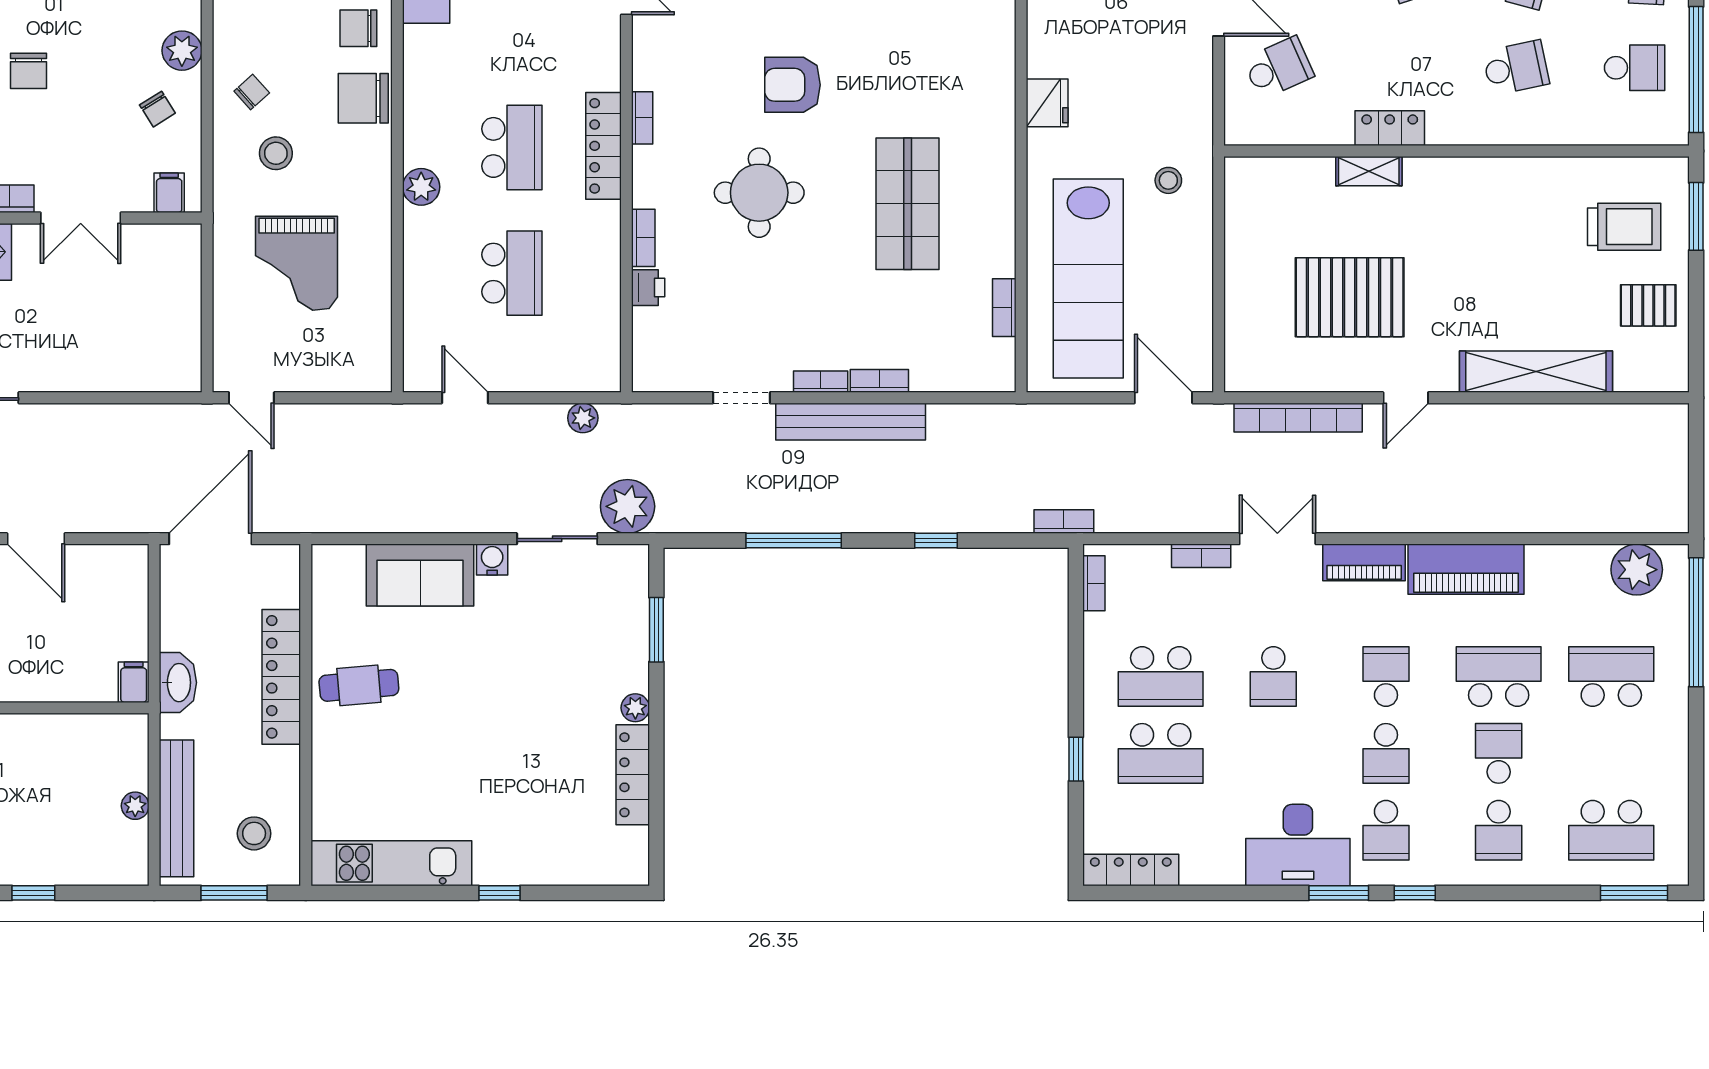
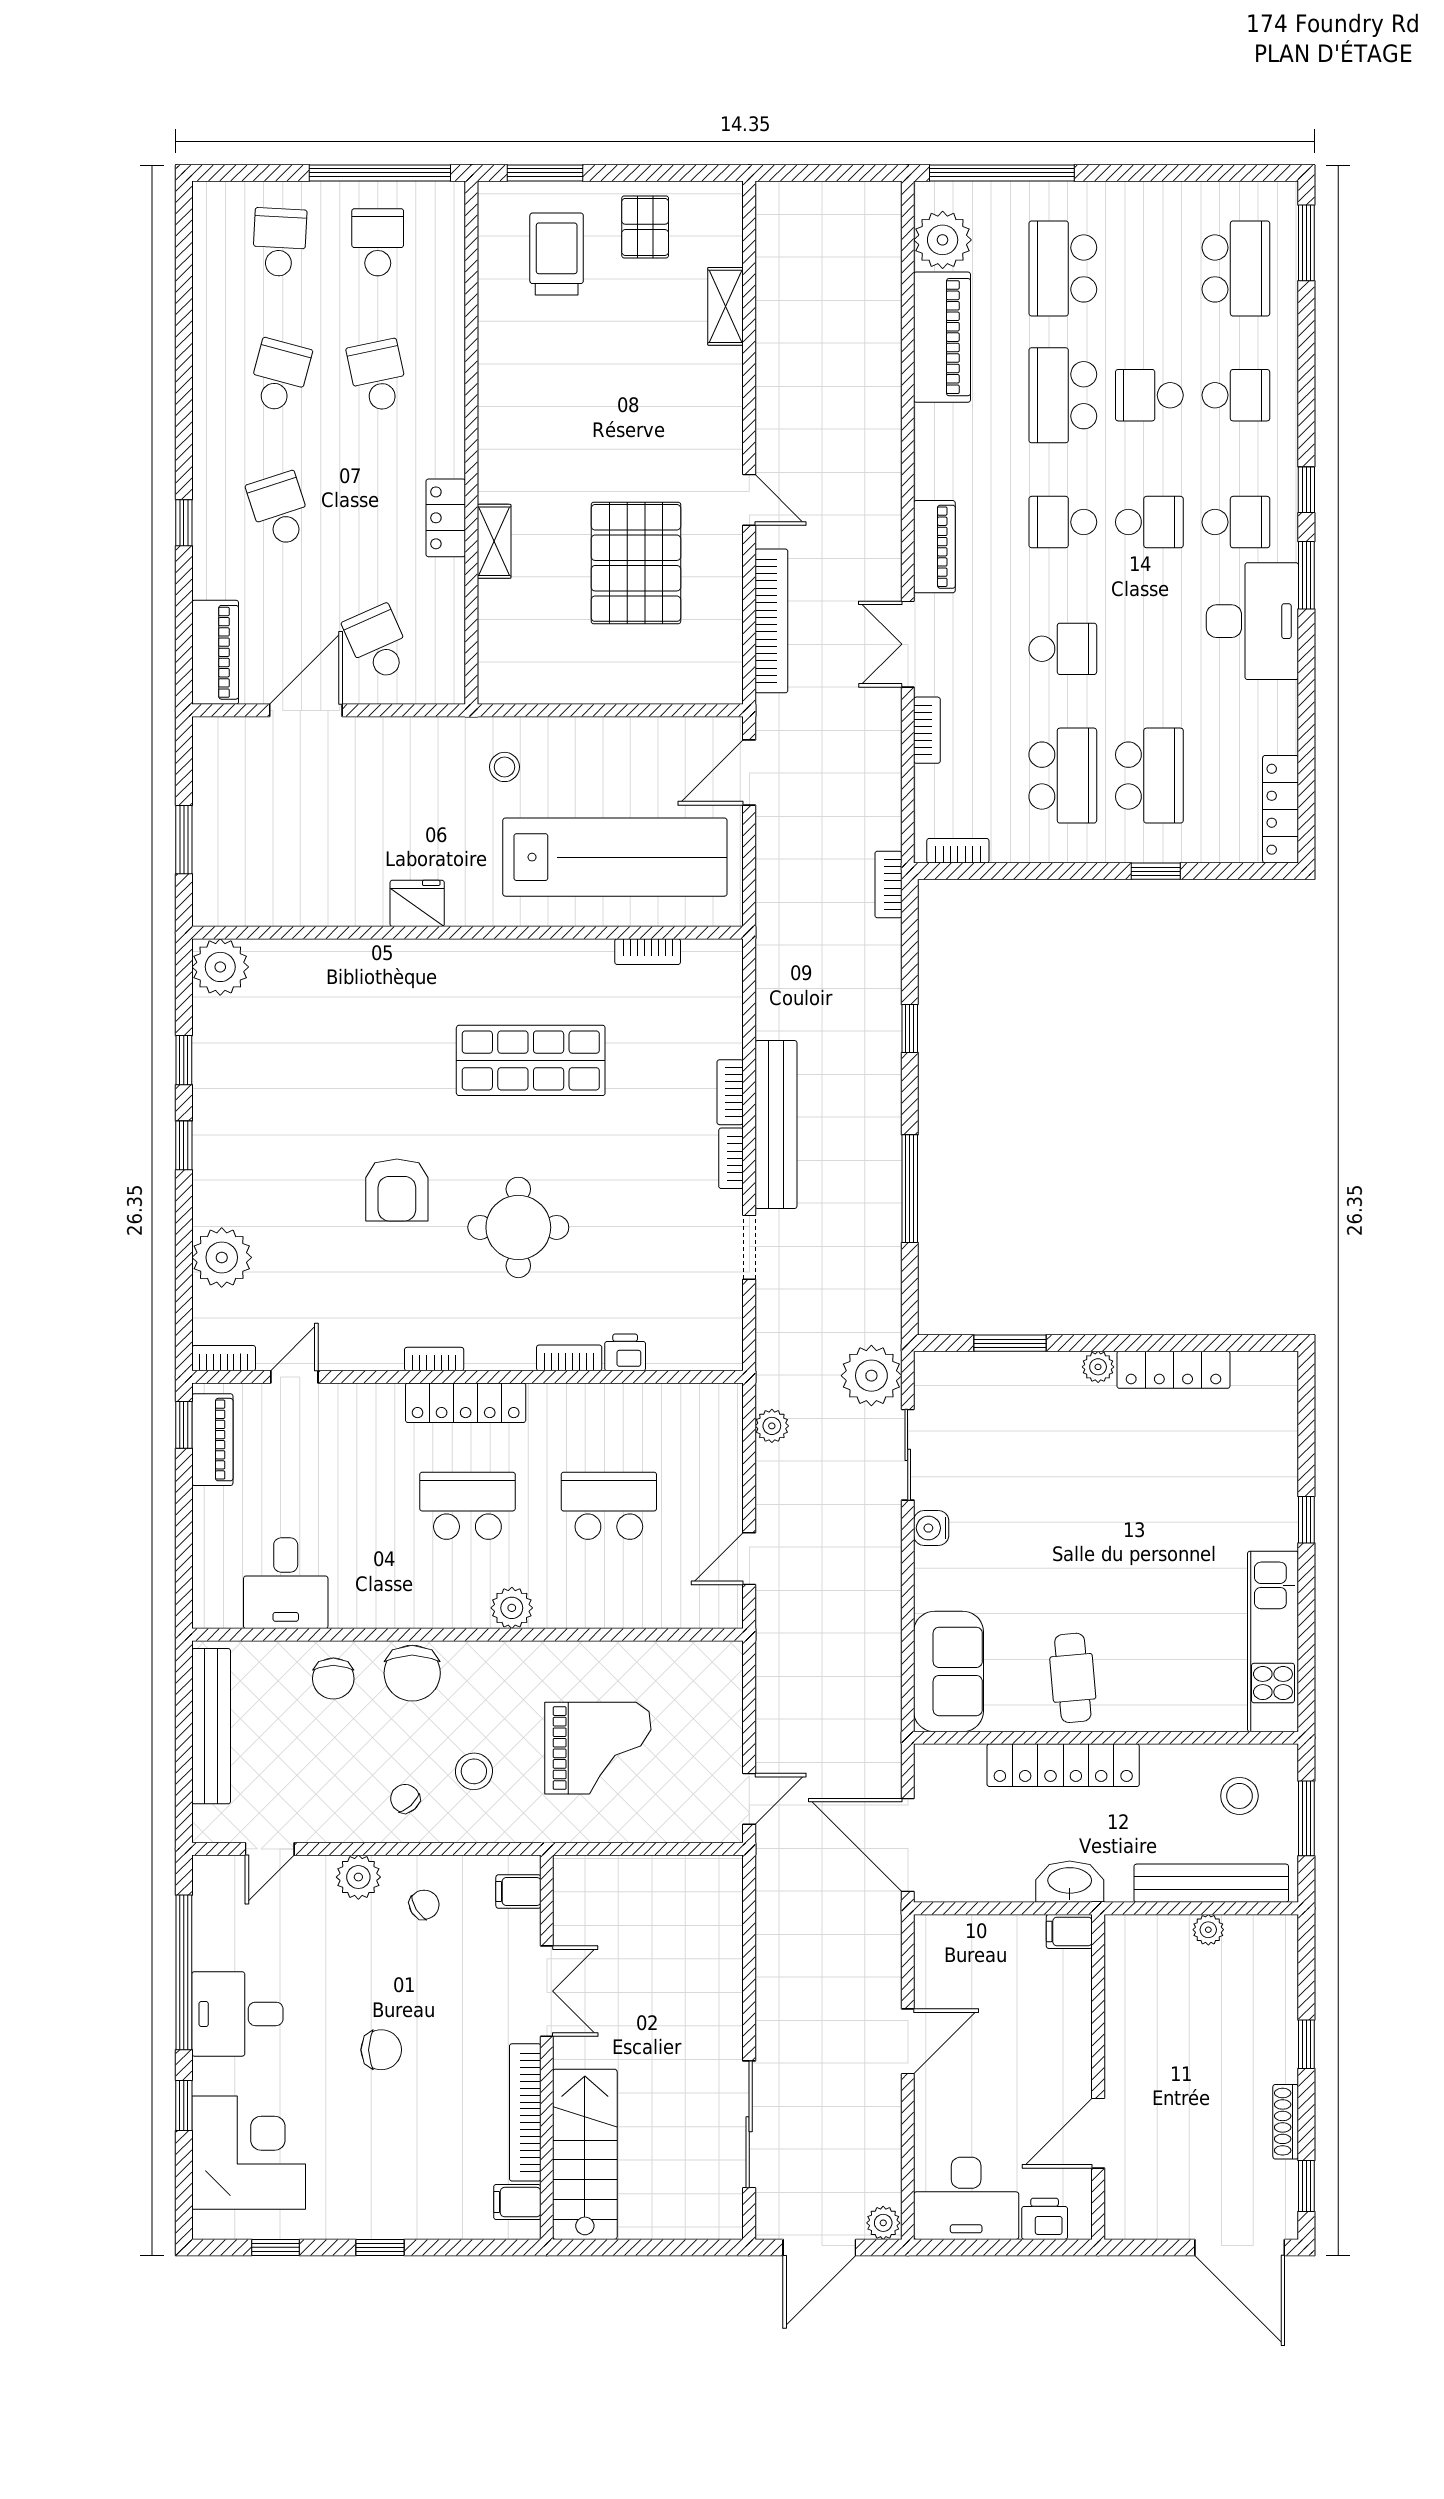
shelving: (1536, 372) -> (726, 306), width x0.45, depth x0.75
piano: (1466, 569) -> (942, 337), moved
sofa: (420, 575) -> (949, 1671), moved

